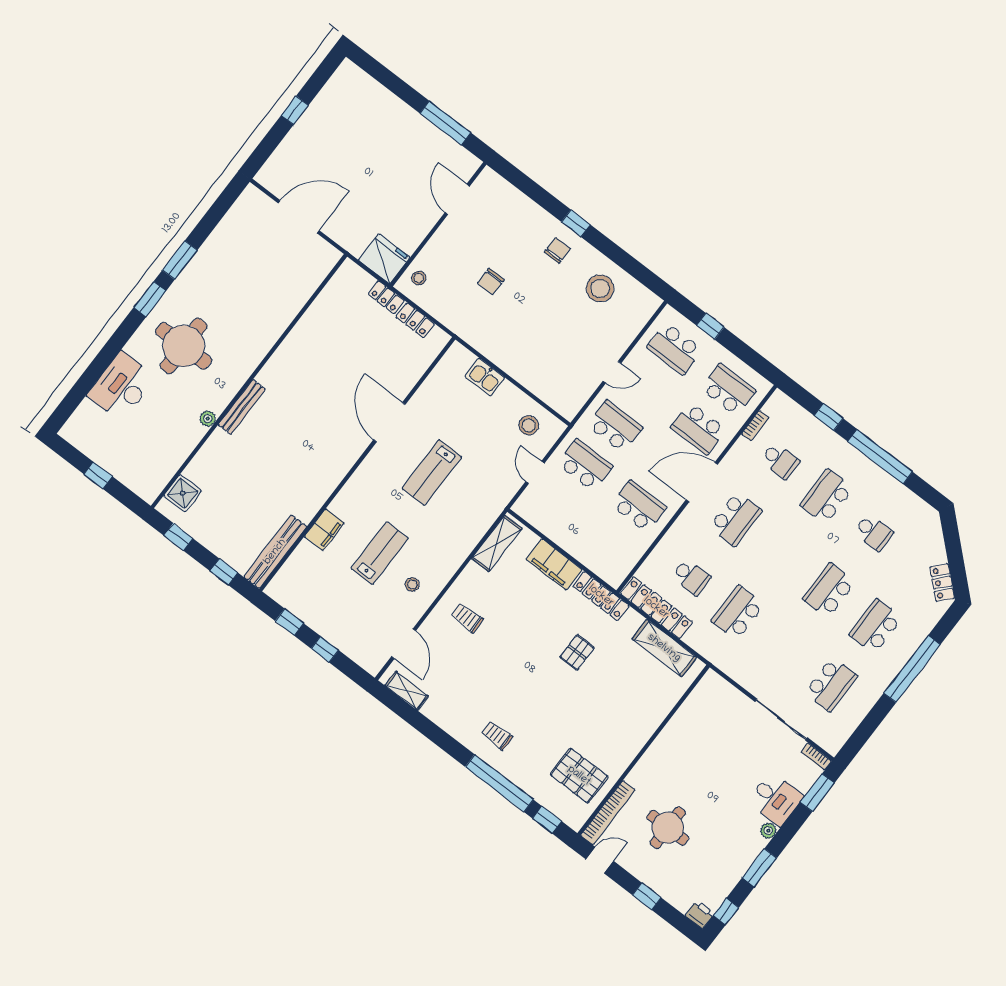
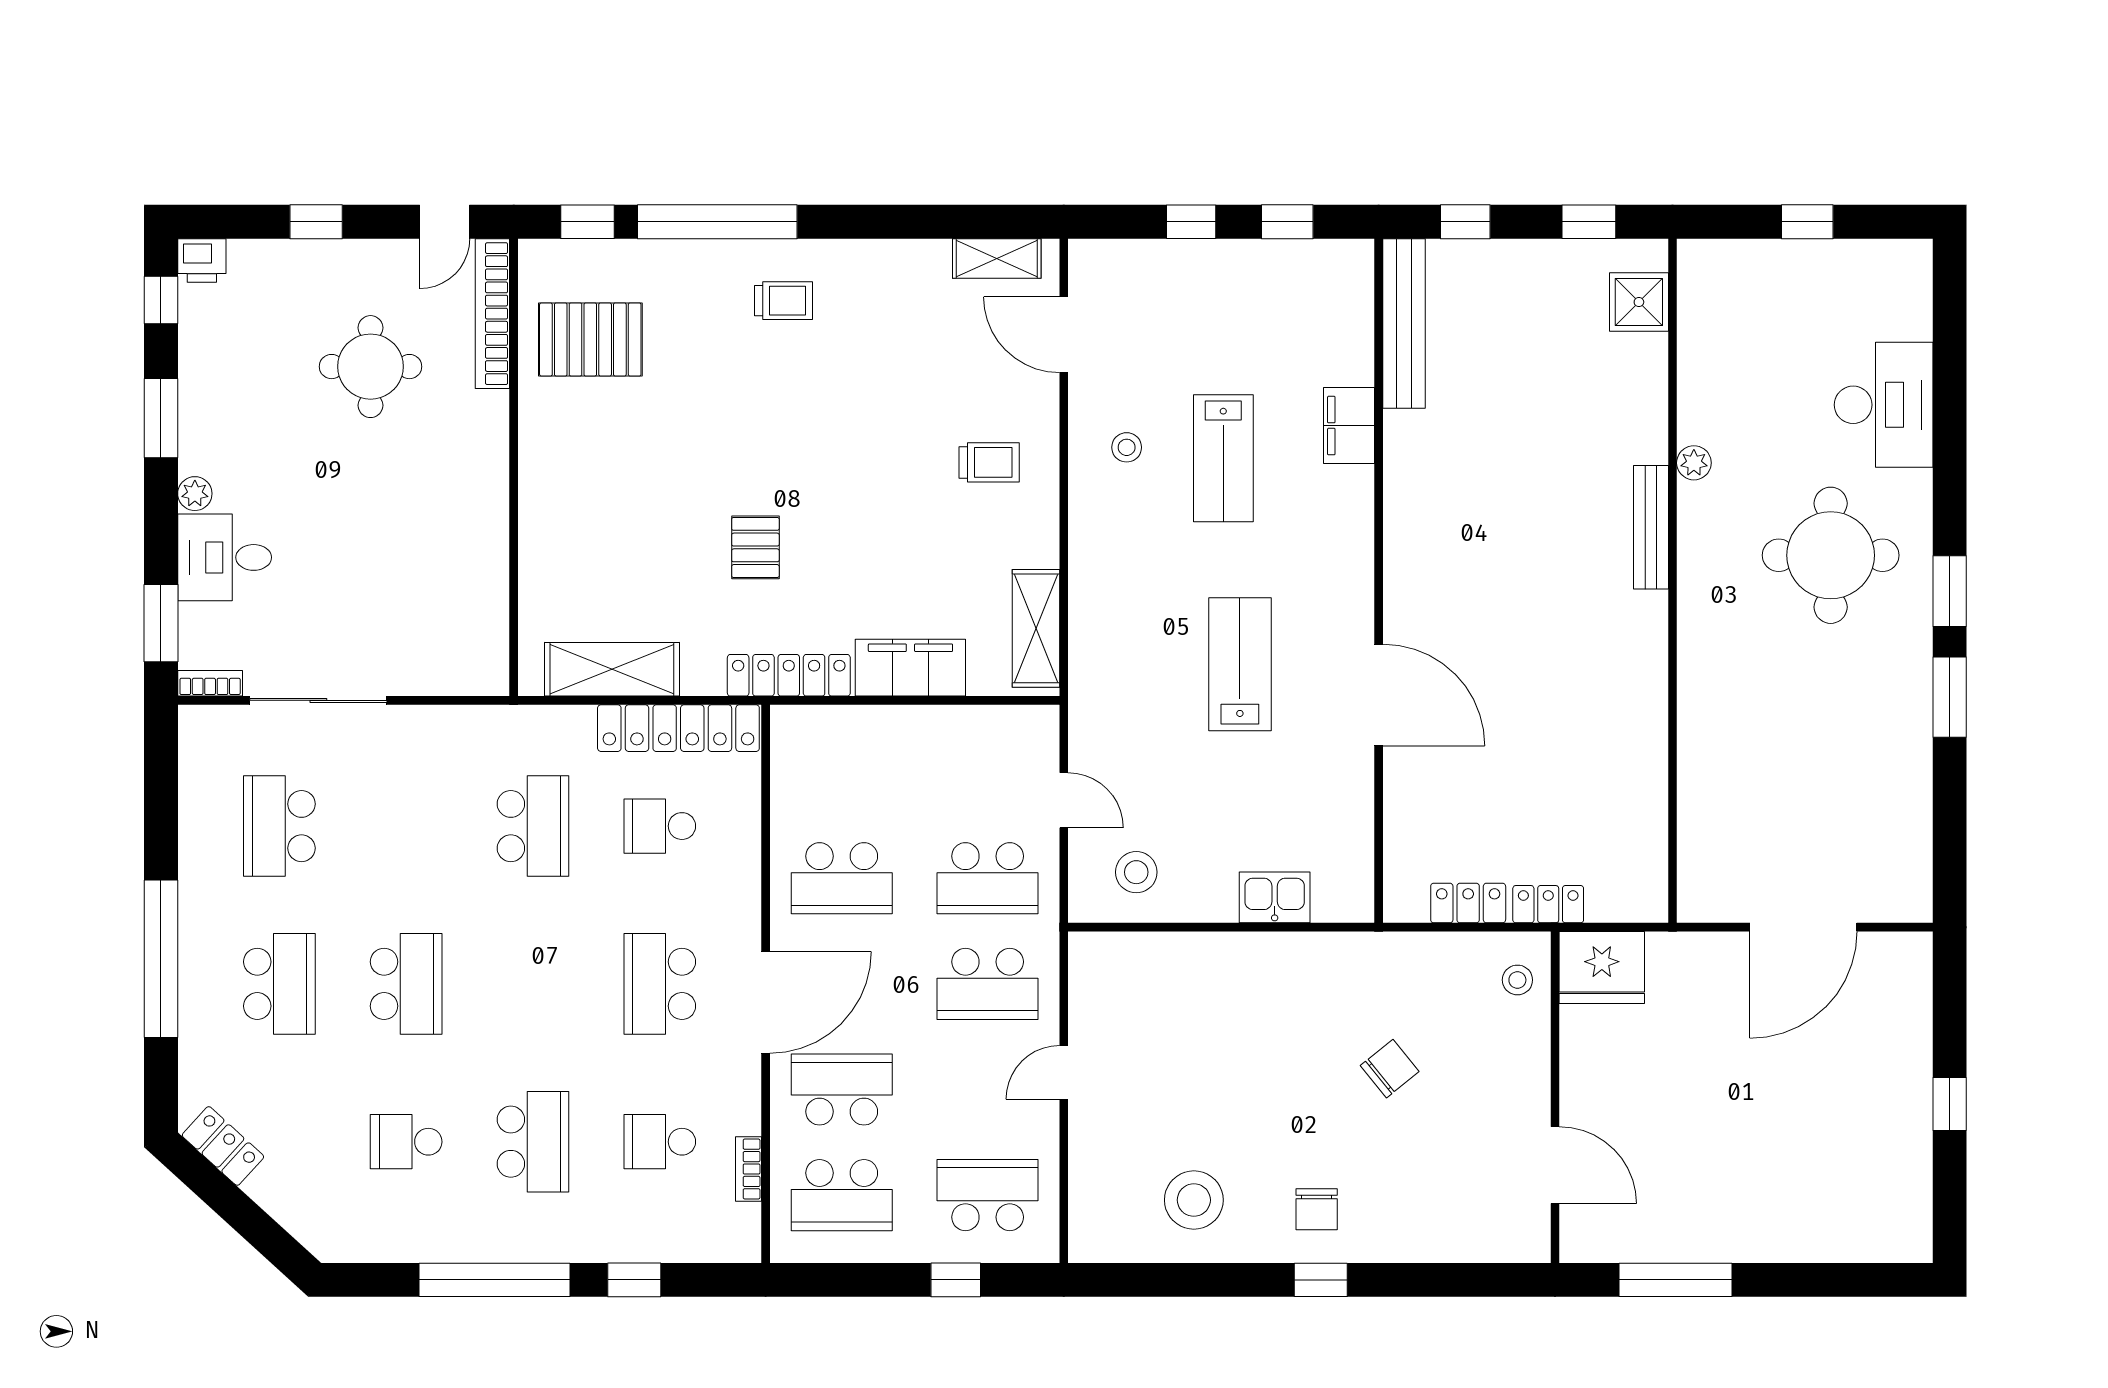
chair: (491, 282) -> (1390, 1069), turned 51

